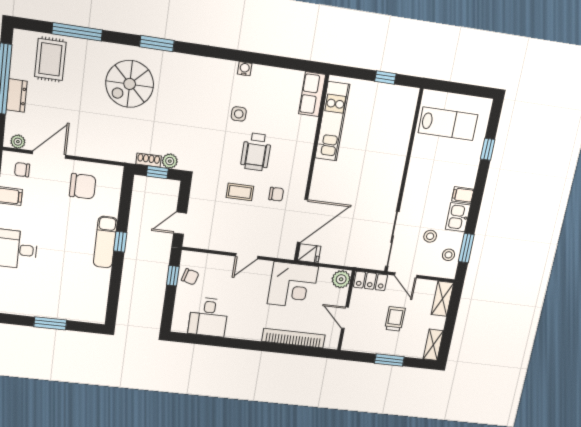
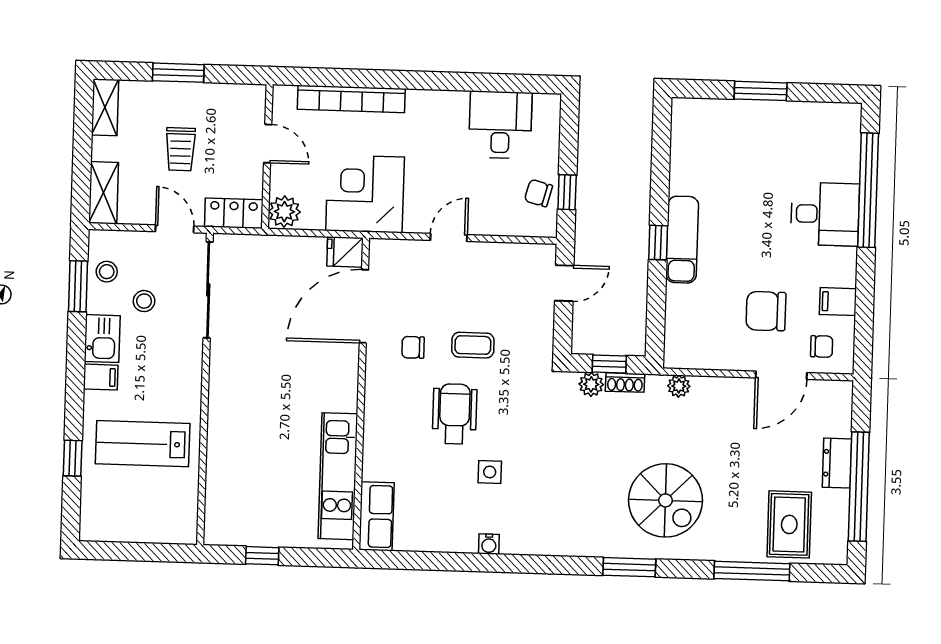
spiral stairs: (130, 84) -> (665, 500), turned 90
lab bench: (448, 124) -> (143, 444), moved
plant: (18, 142) -> (679, 386), moved
chair: (83, 186) -> (766, 311), moved

